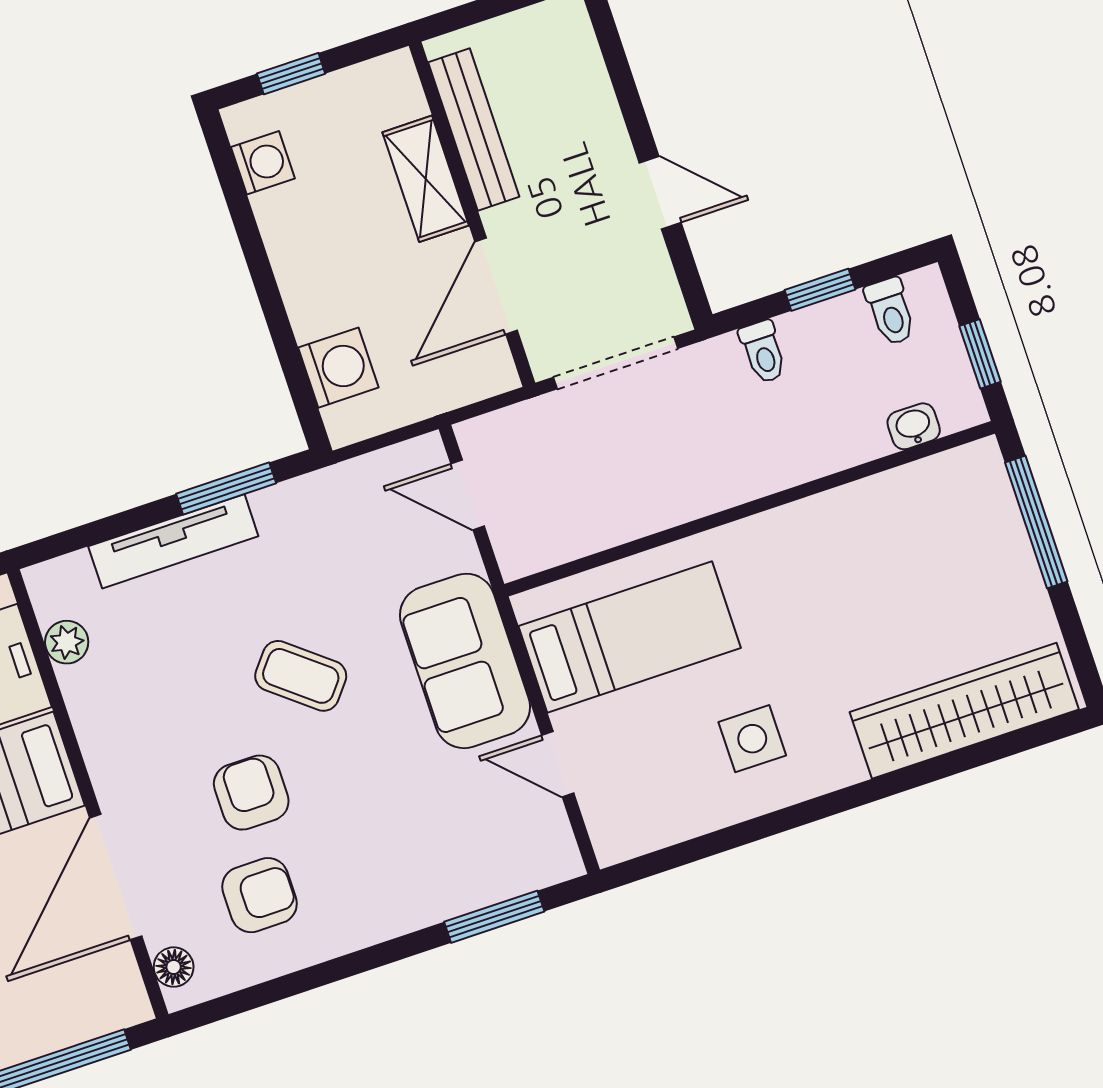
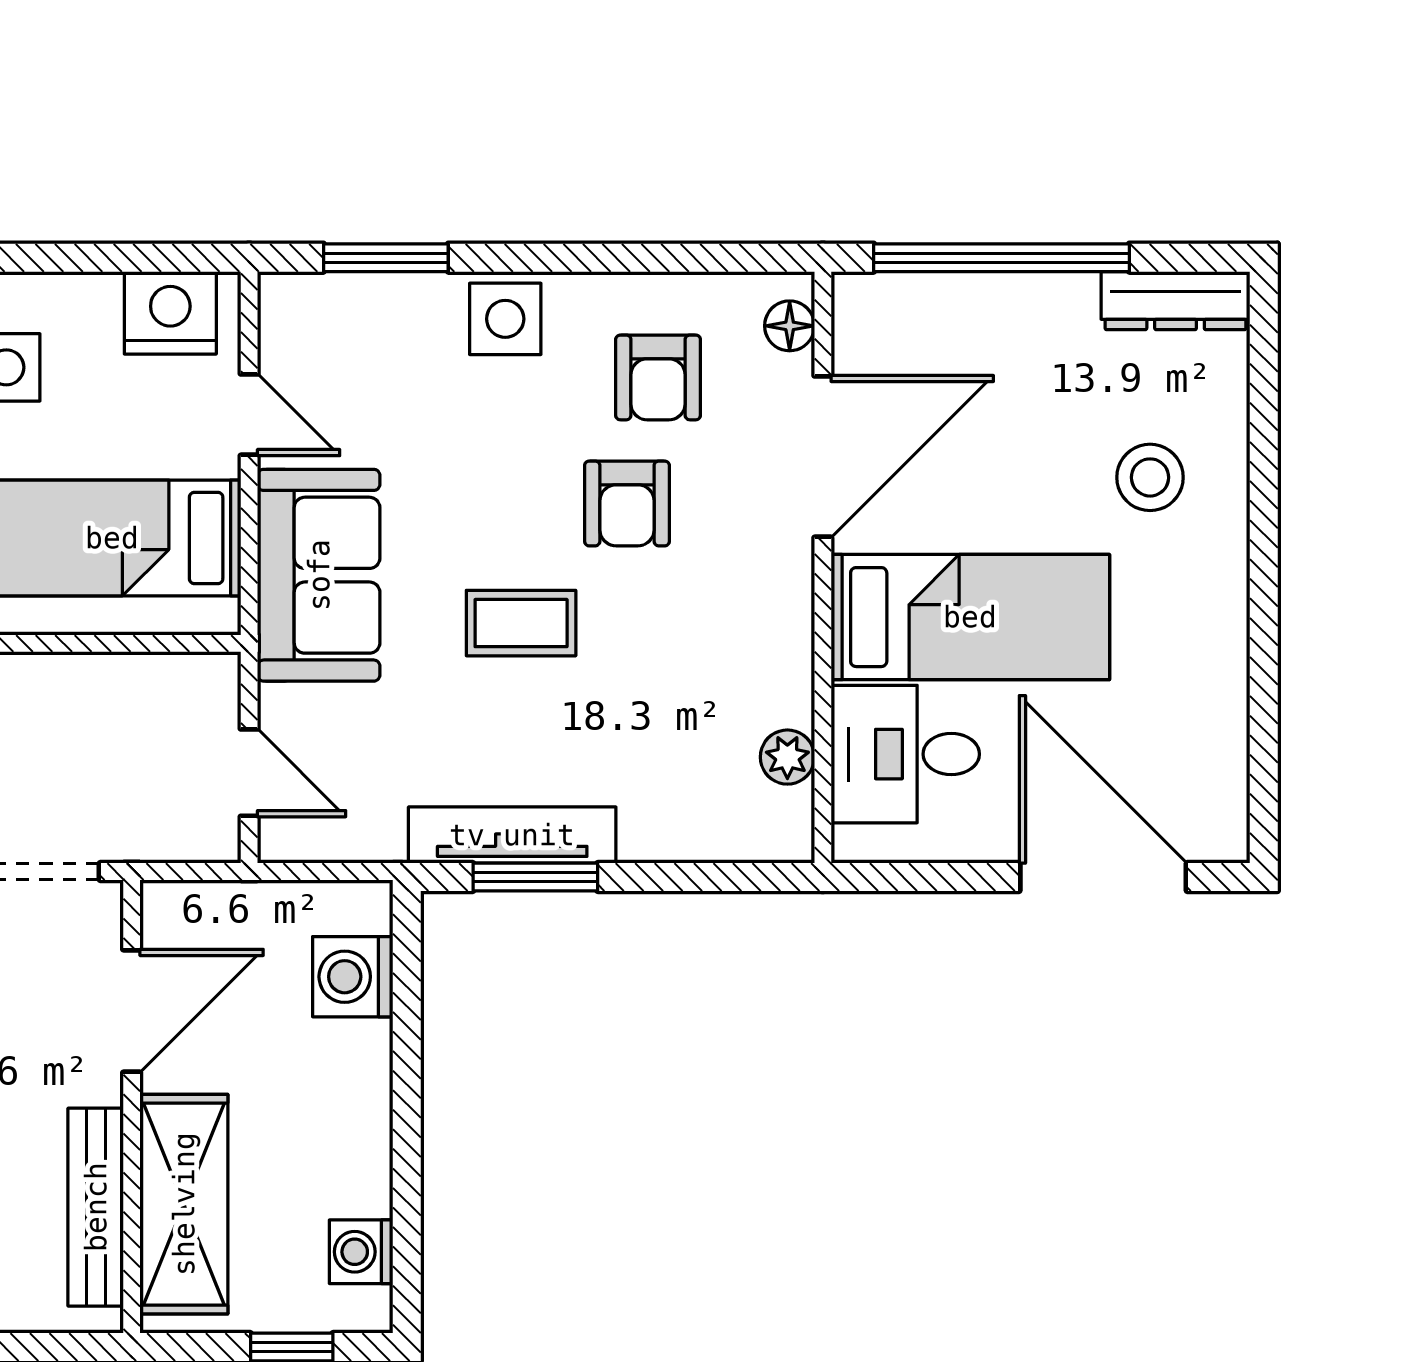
shelving: (426, 179) -> (184, 1204), width x1.50, depth x1.33
tv unit: (173, 541) -> (512, 835), moved
coffee table: (301, 676) -> (521, 623), turned -39
nightstand: (643, 821) -> (170, 313), added
armchair: (260, 895) -> (658, 377), turned -90
side table: (389, 901) -> (505, 319), added

